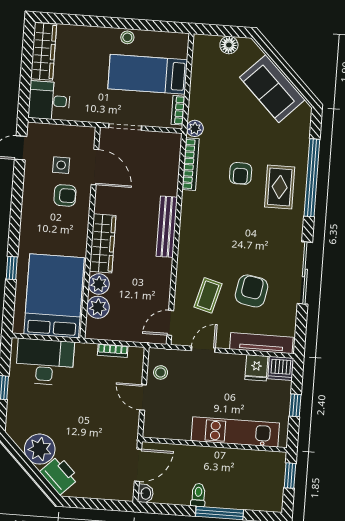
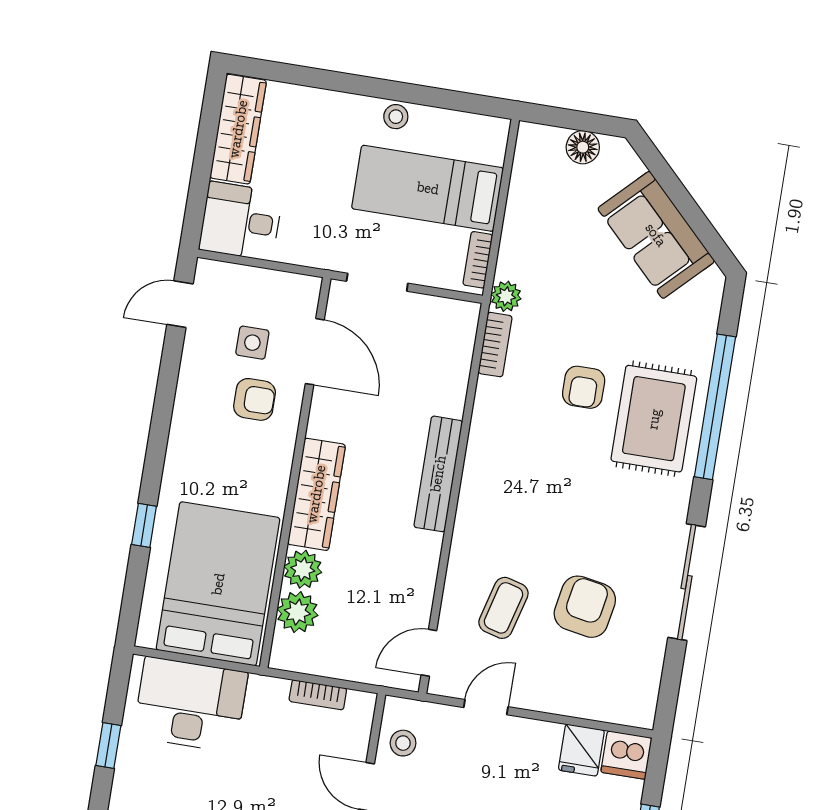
bookcase: (191, 164) -> (495, 345), width x0.64
rug: (280, 187) -> (654, 419), width x1.36, depth x1.43
tv unit: (261, 343) -> (595, 705), removed

